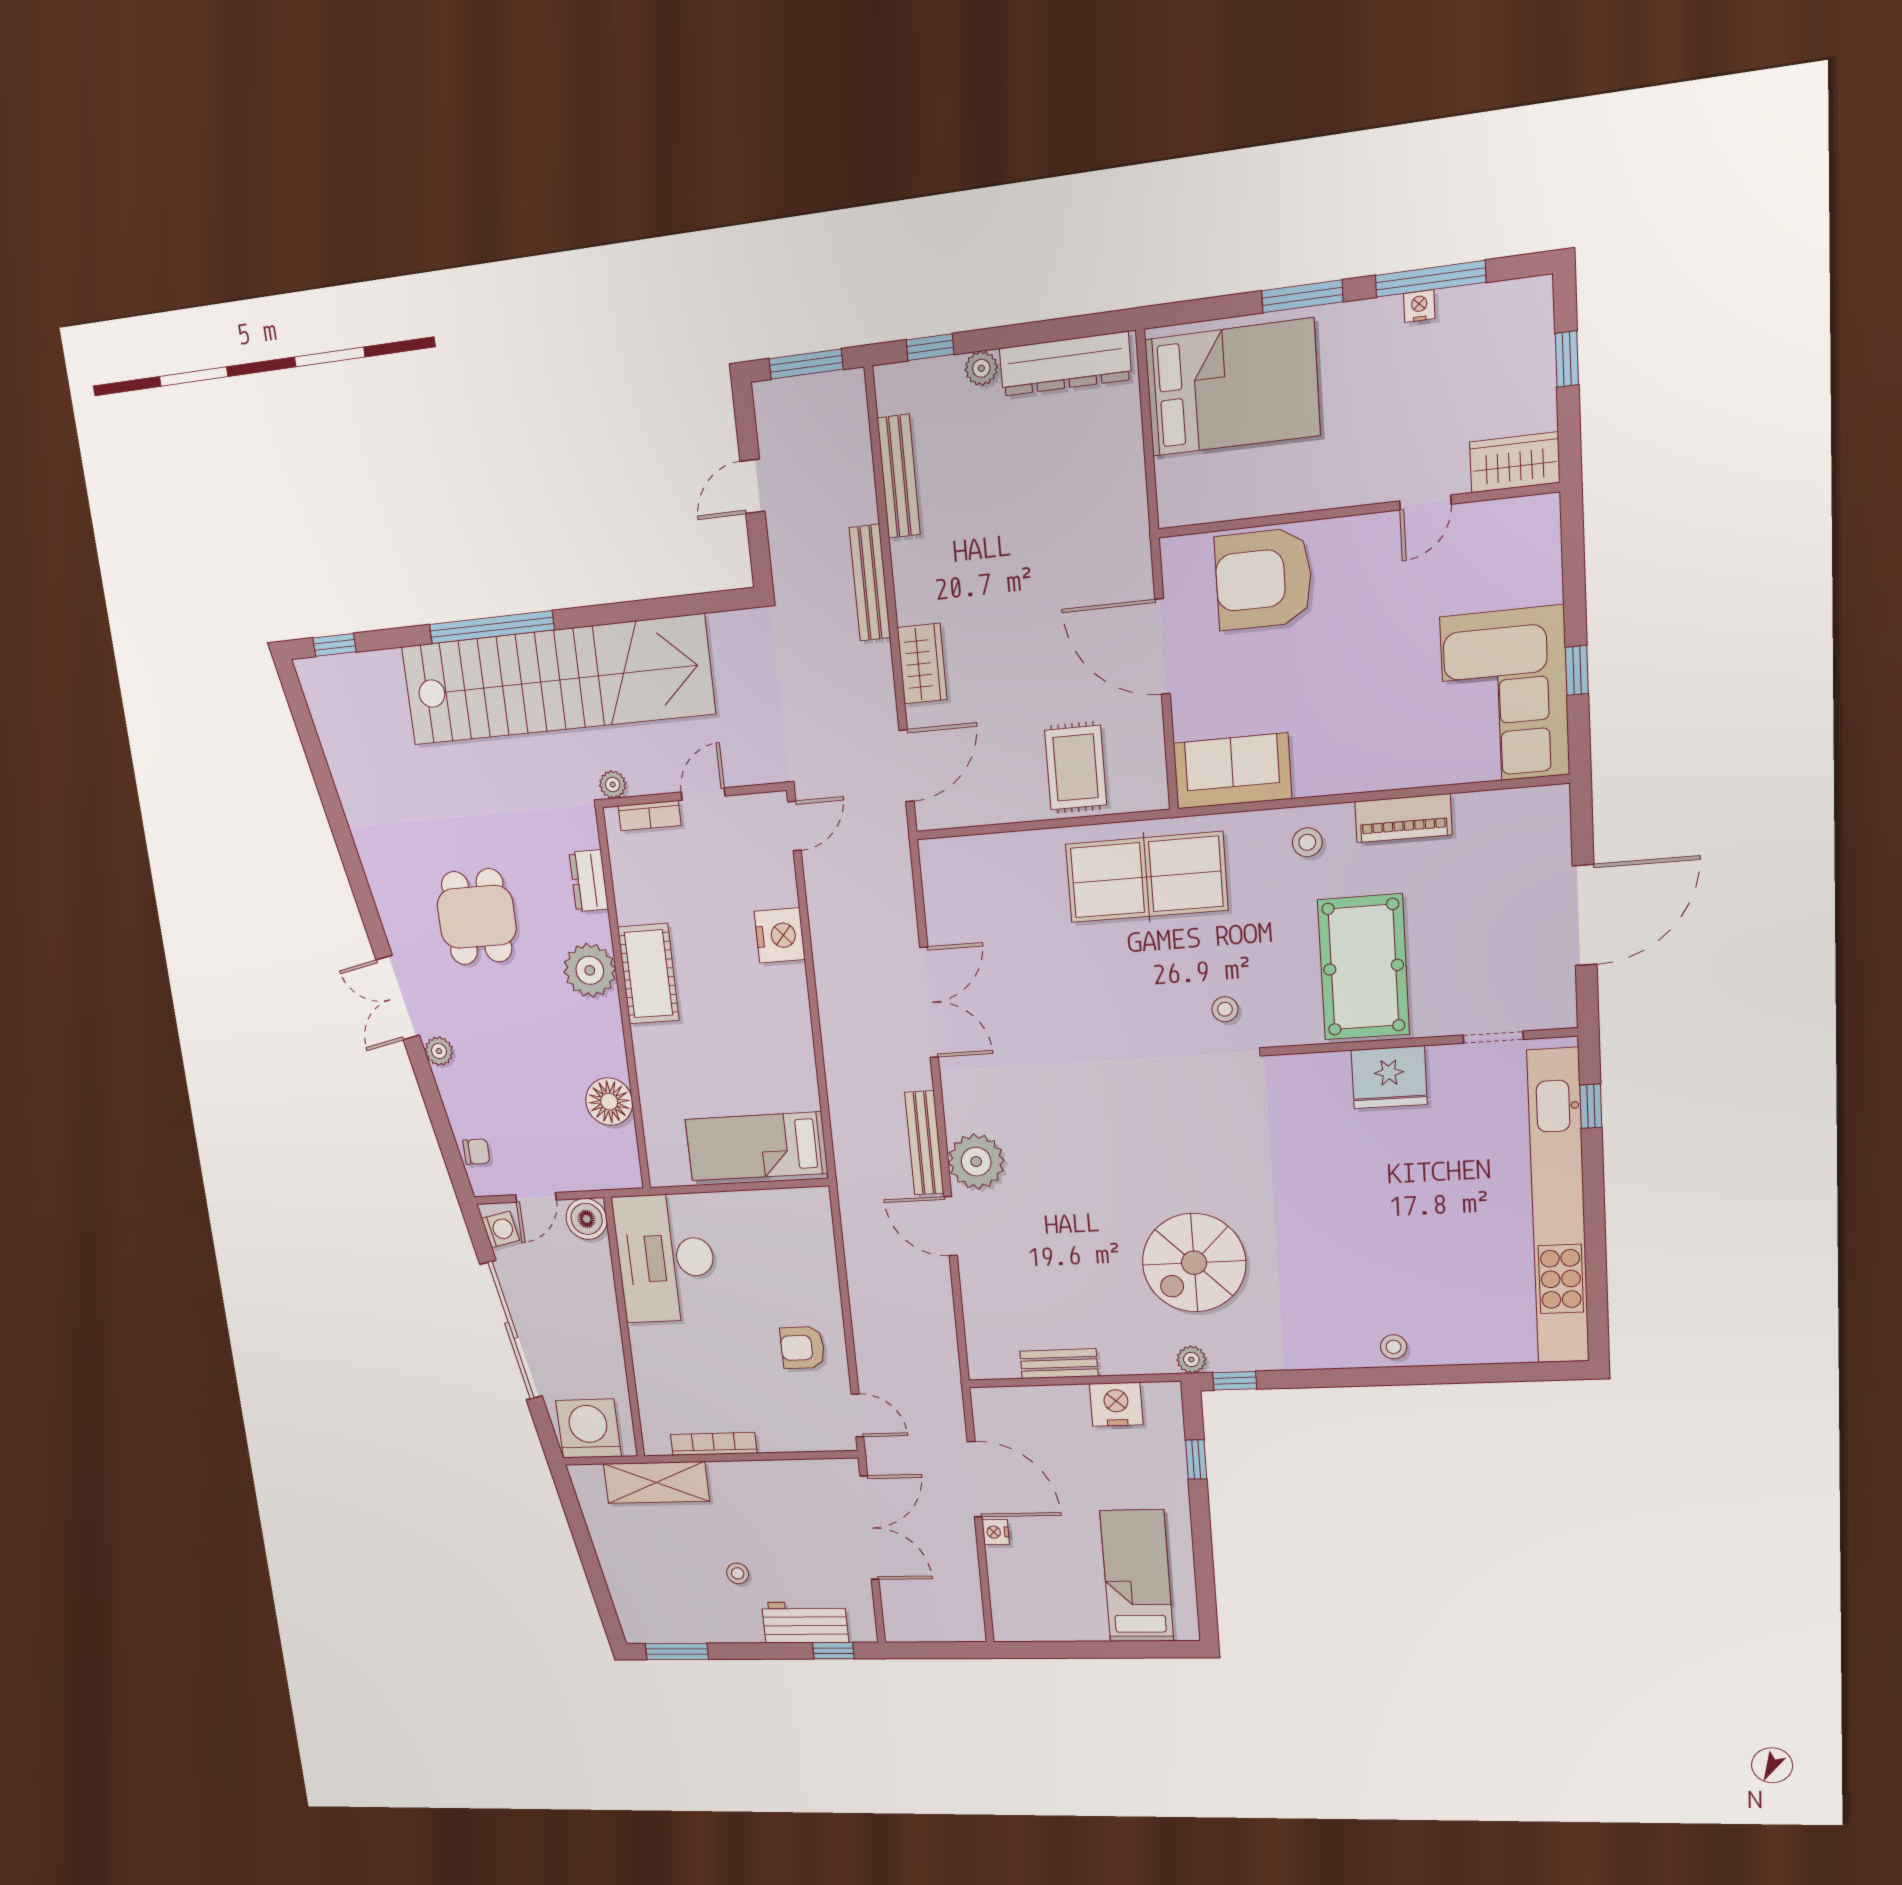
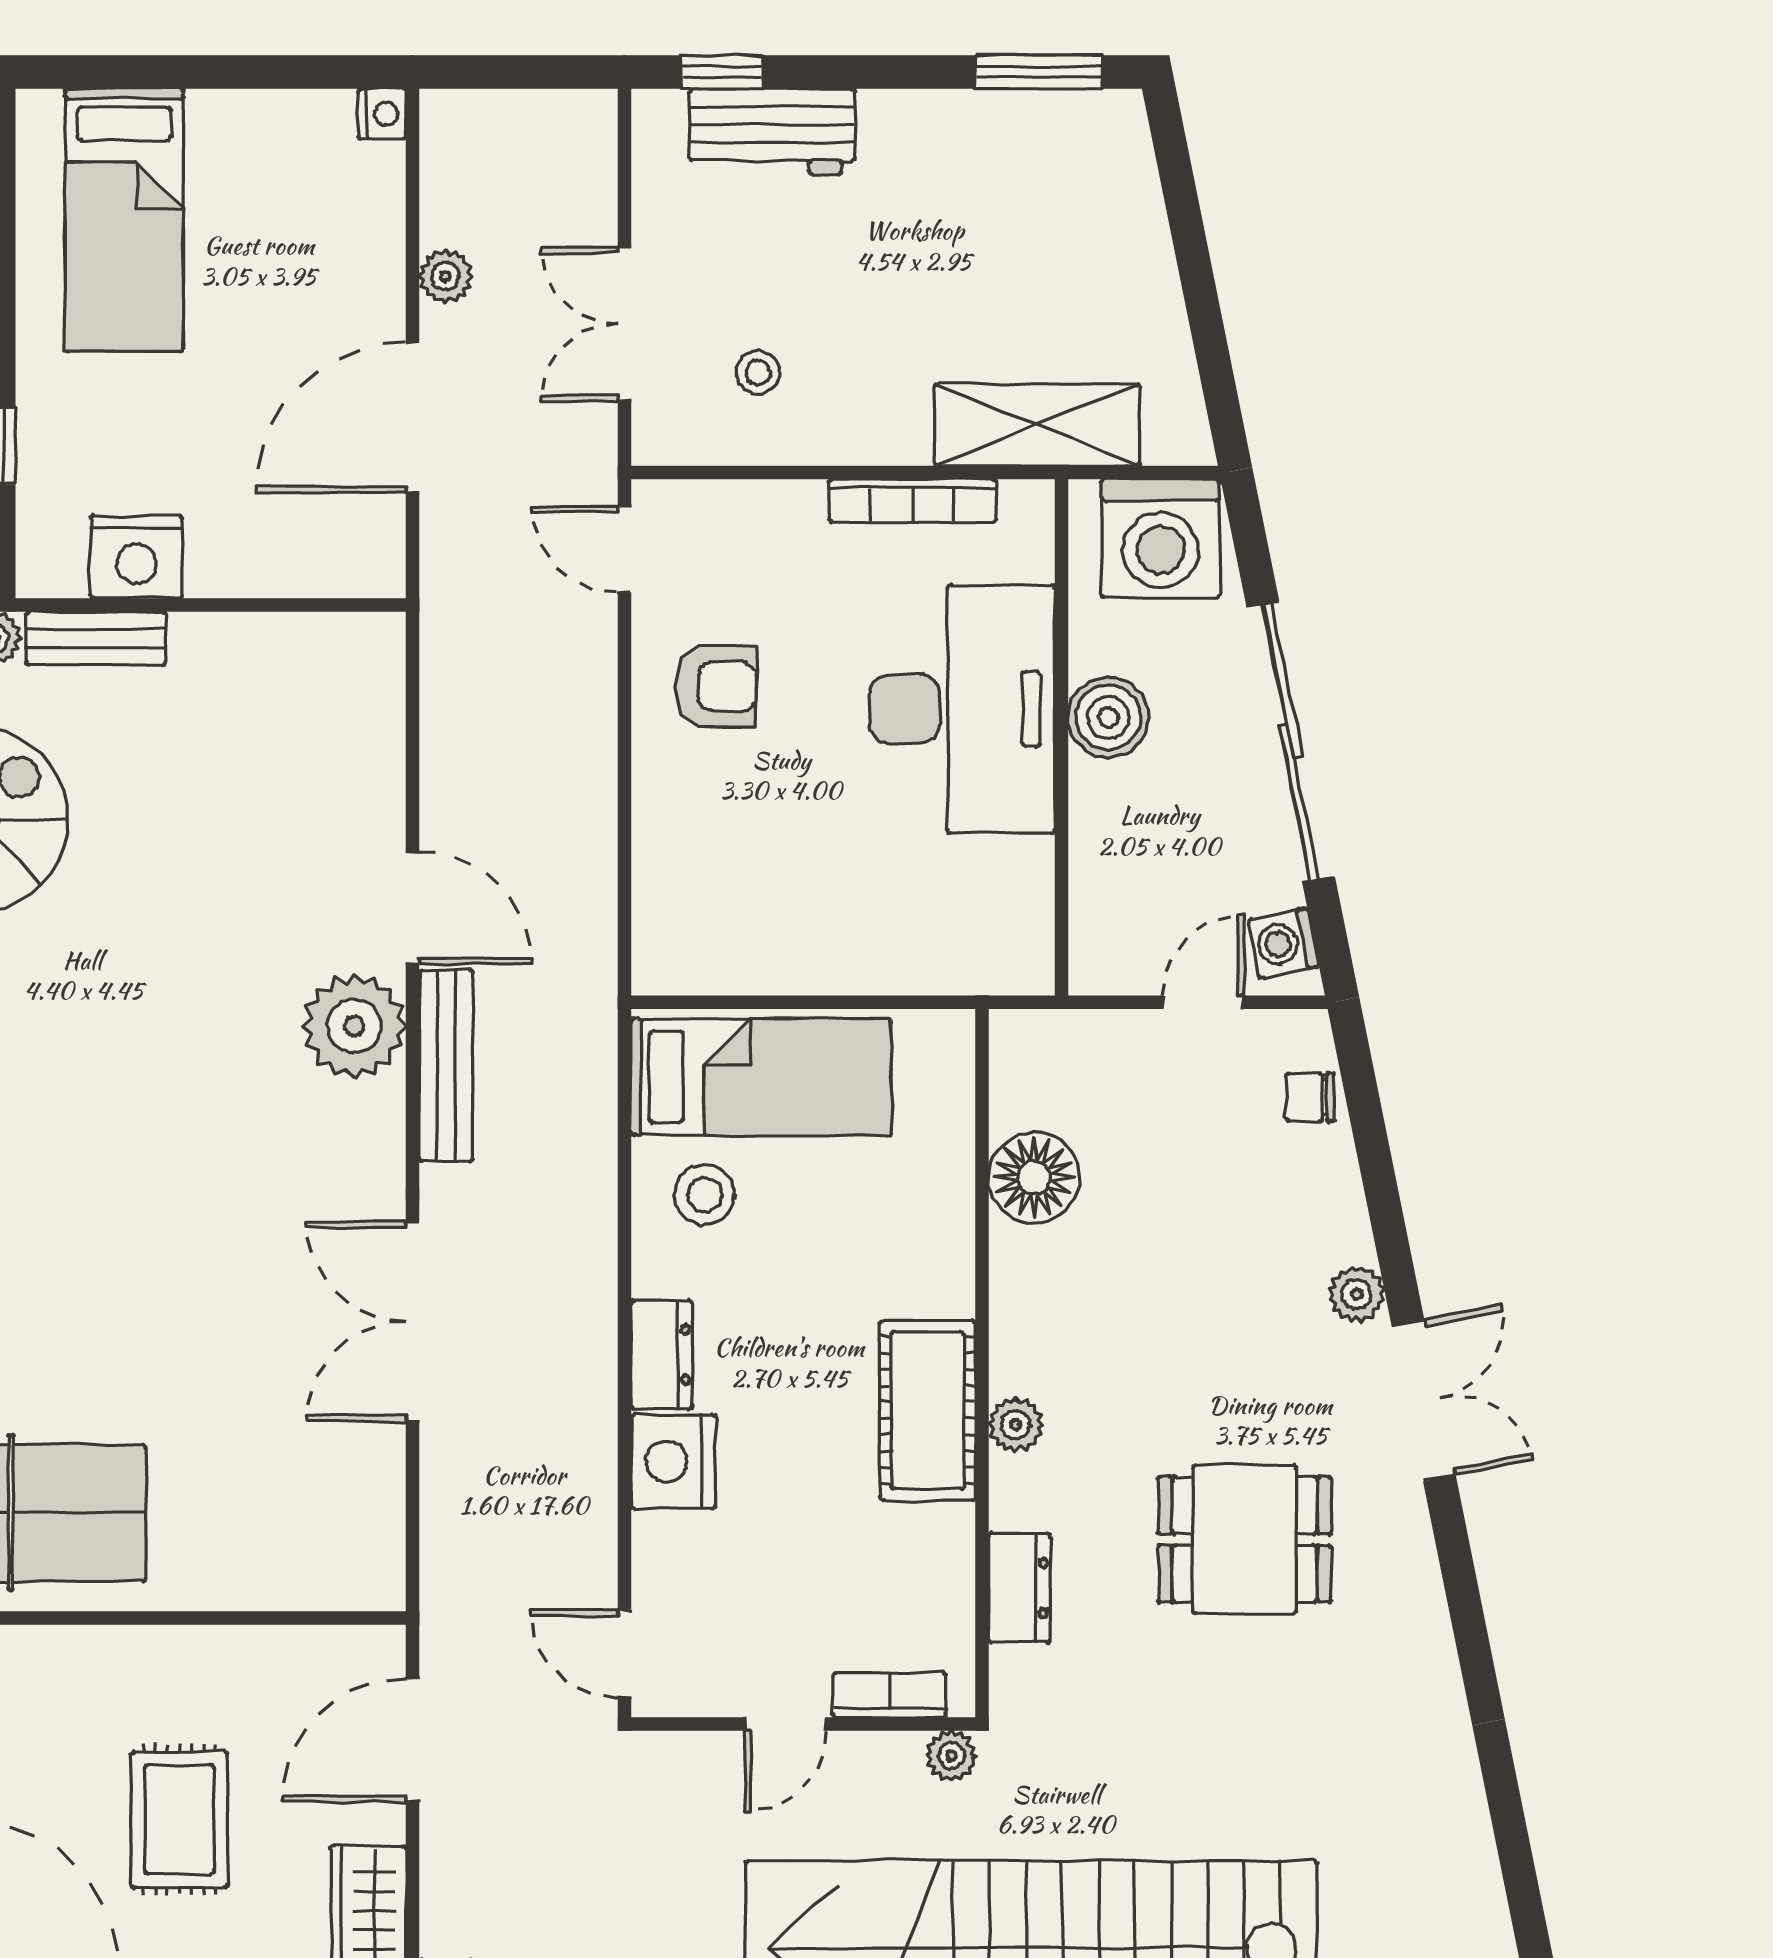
rug: (1076, 768) -> (180, 1819), moved
door: (794, 826) -> (625, 1653), hinge flipped
dining table: (477, 917) -> (1245, 1540), turned 90
plant: (590, 970) -> (1016, 1425), width x0.53, depth x0.53
dresser: (792, 994) -> (662, 1355), added
stool: (779, 1082) -> (705, 1195), added
boiler: (587, 1219) -> (1108, 717), moved
desk: (666, 1258) -> (962, 709), moved
bench: (1059, 1364) -> (96, 638), moved
door: (975, 1479) -> (413, 417), hinge flipped
double door: (869, 1528) -> (625, 324), width x0.73
nightstand: (996, 1532) -> (382, 114), moved
plant: (964, 1550) -> (445, 276), added
stool: (738, 1573) -> (758, 372), moved

